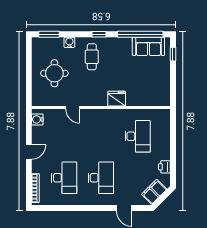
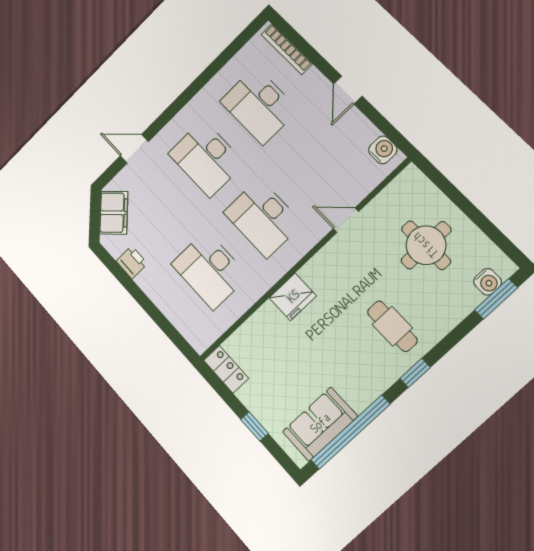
water cooler: (69, 42) -> (488, 282), moved
window: (173, 54) -> (254, 426), moved
locker: (165, 95) -> (226, 369), added
desk: (101, 136) -> (263, 218), added

